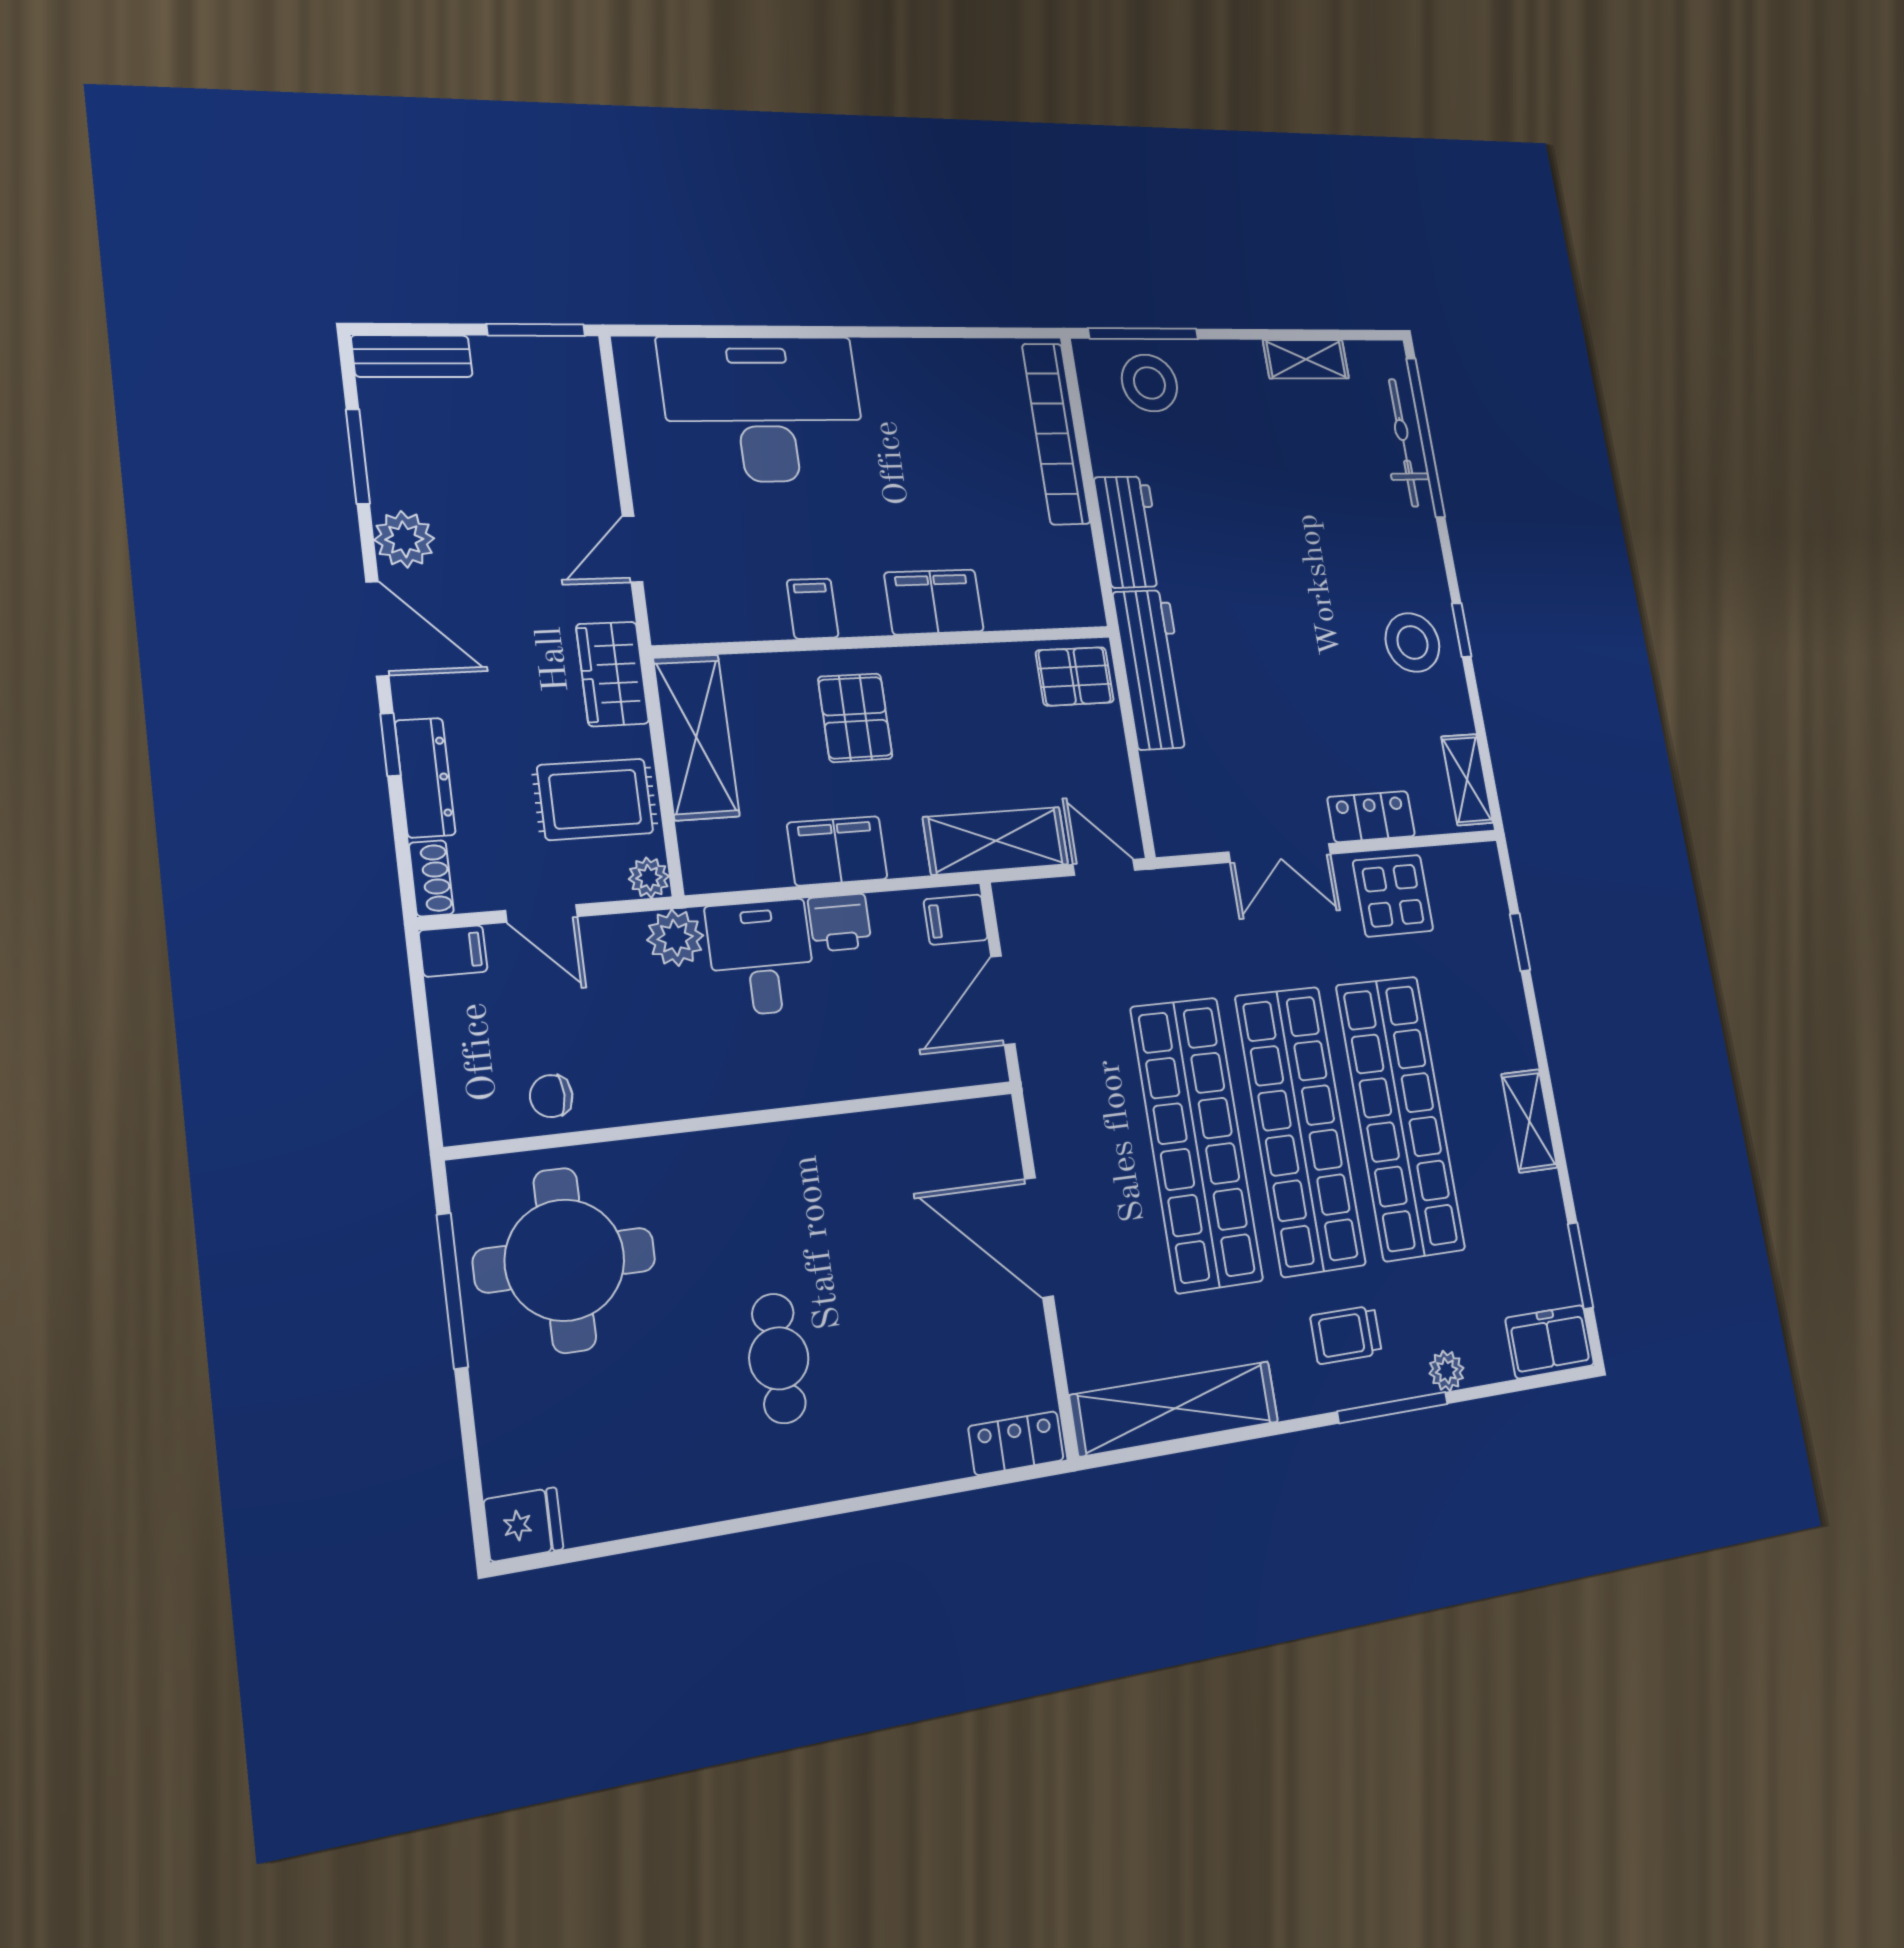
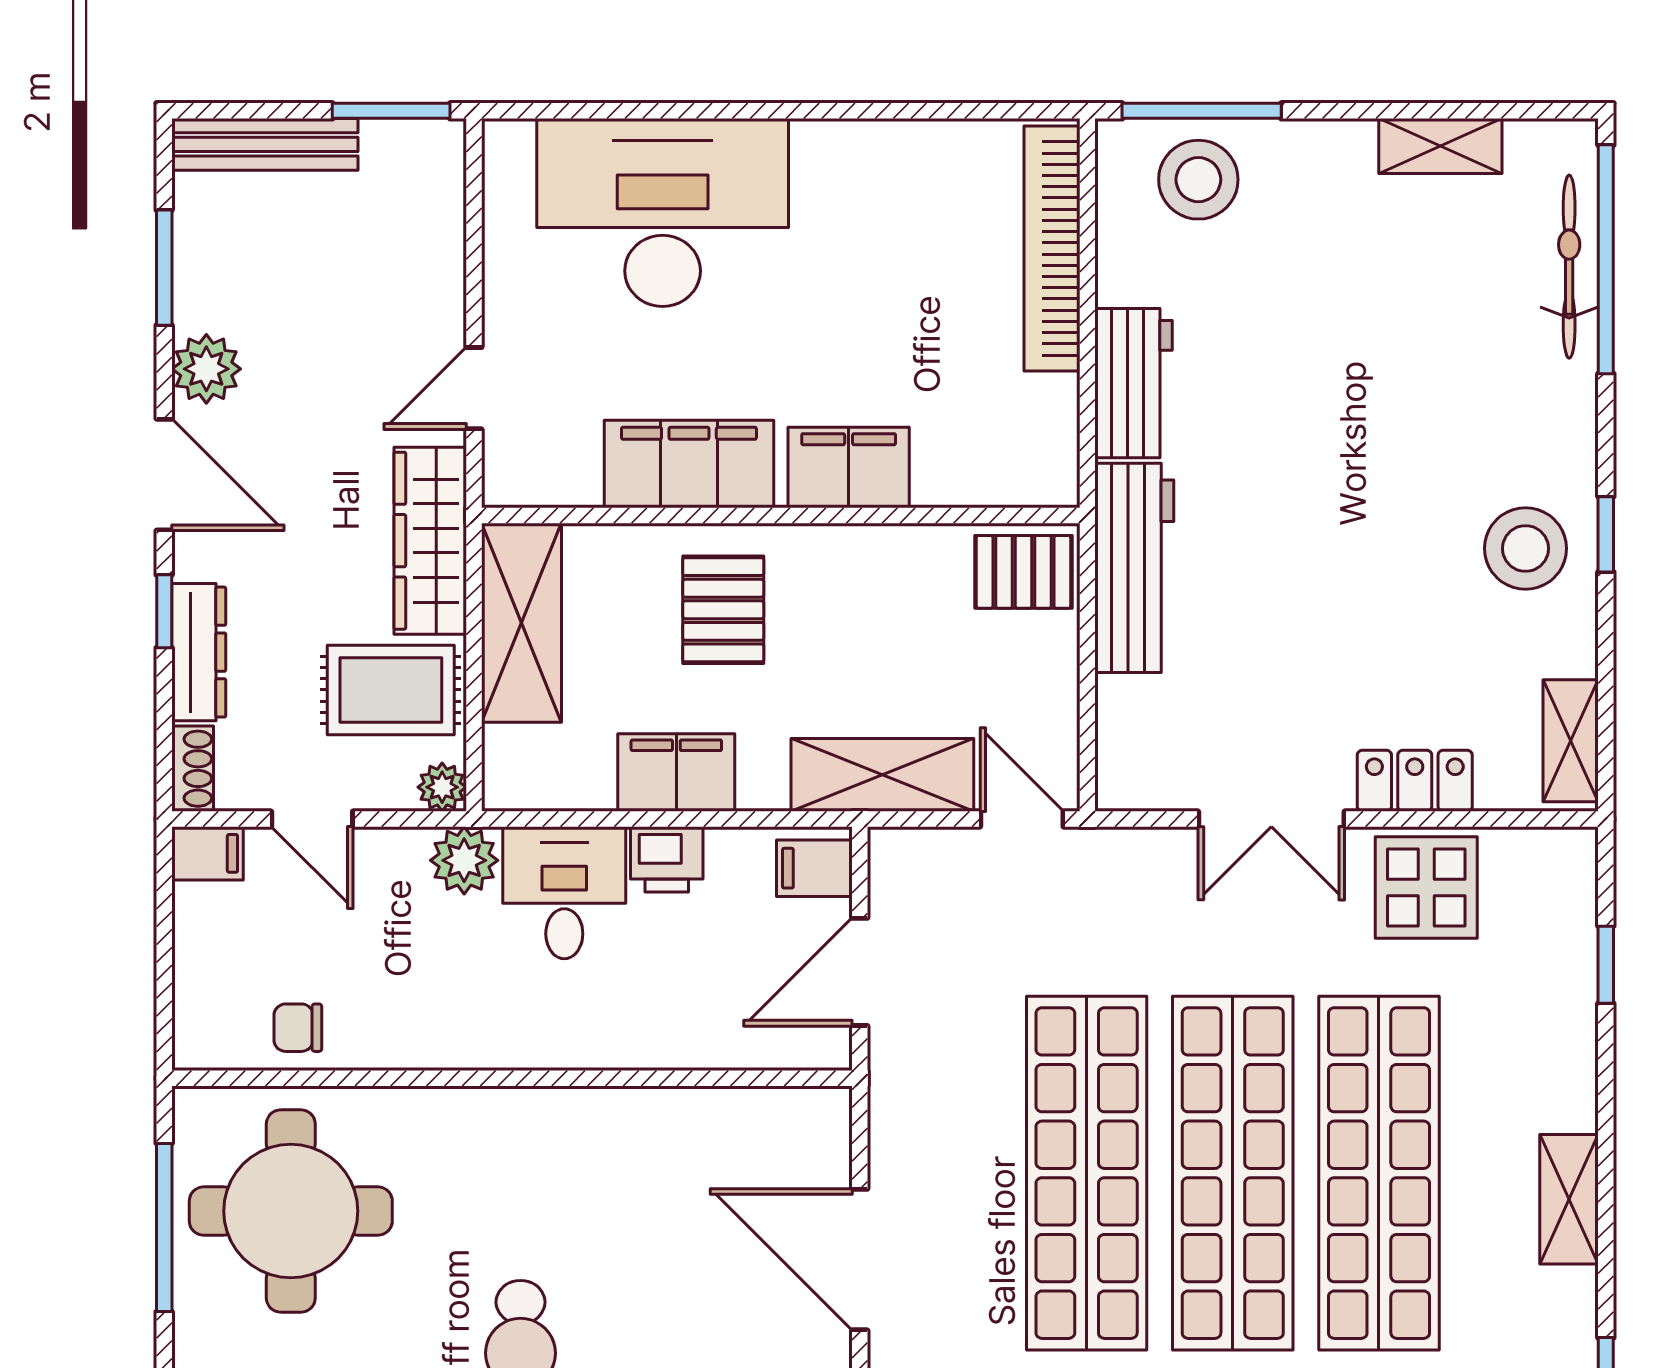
bench: (412, 356) -> (265, 144), width x1.36
filing cabinet: (813, 609) -> (689, 464), width x3.00, depth x1.17
wardrobe: (612, 674) -> (430, 541), width x1.50

